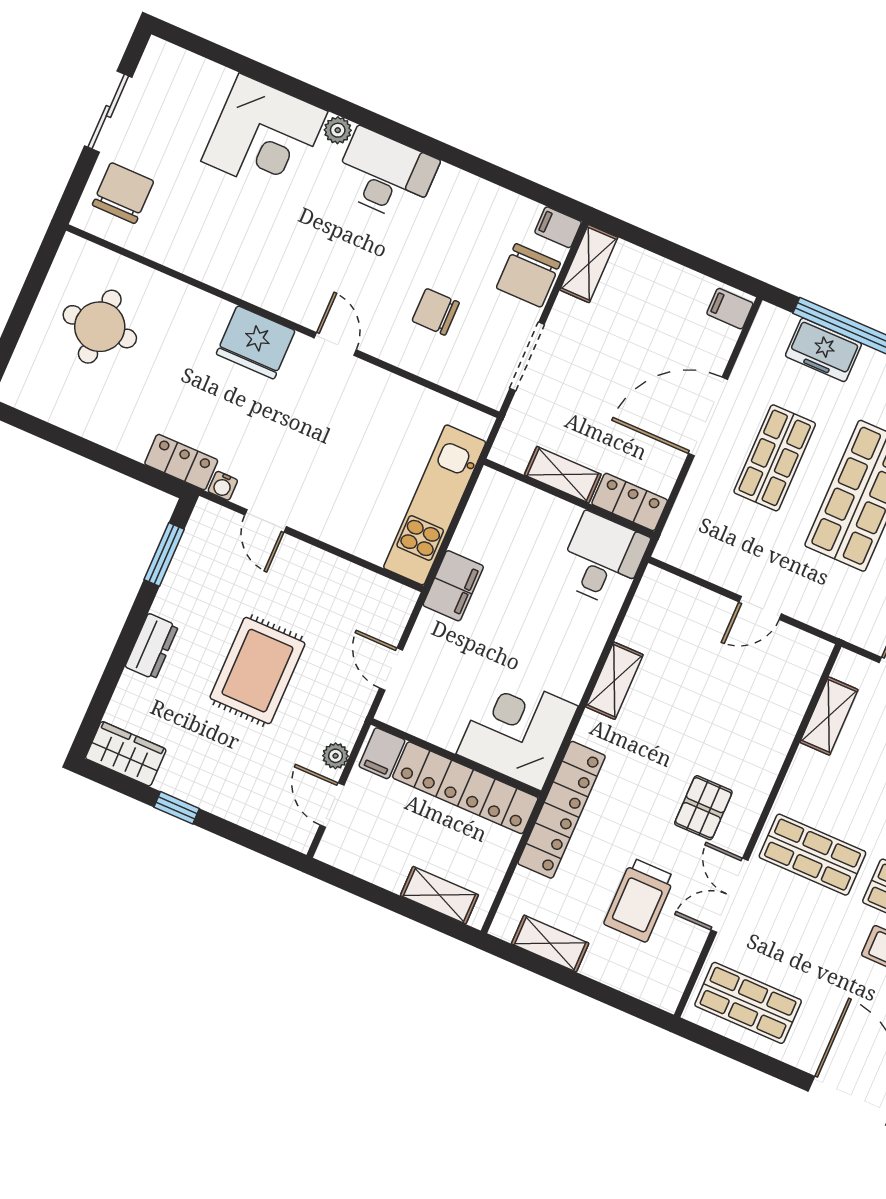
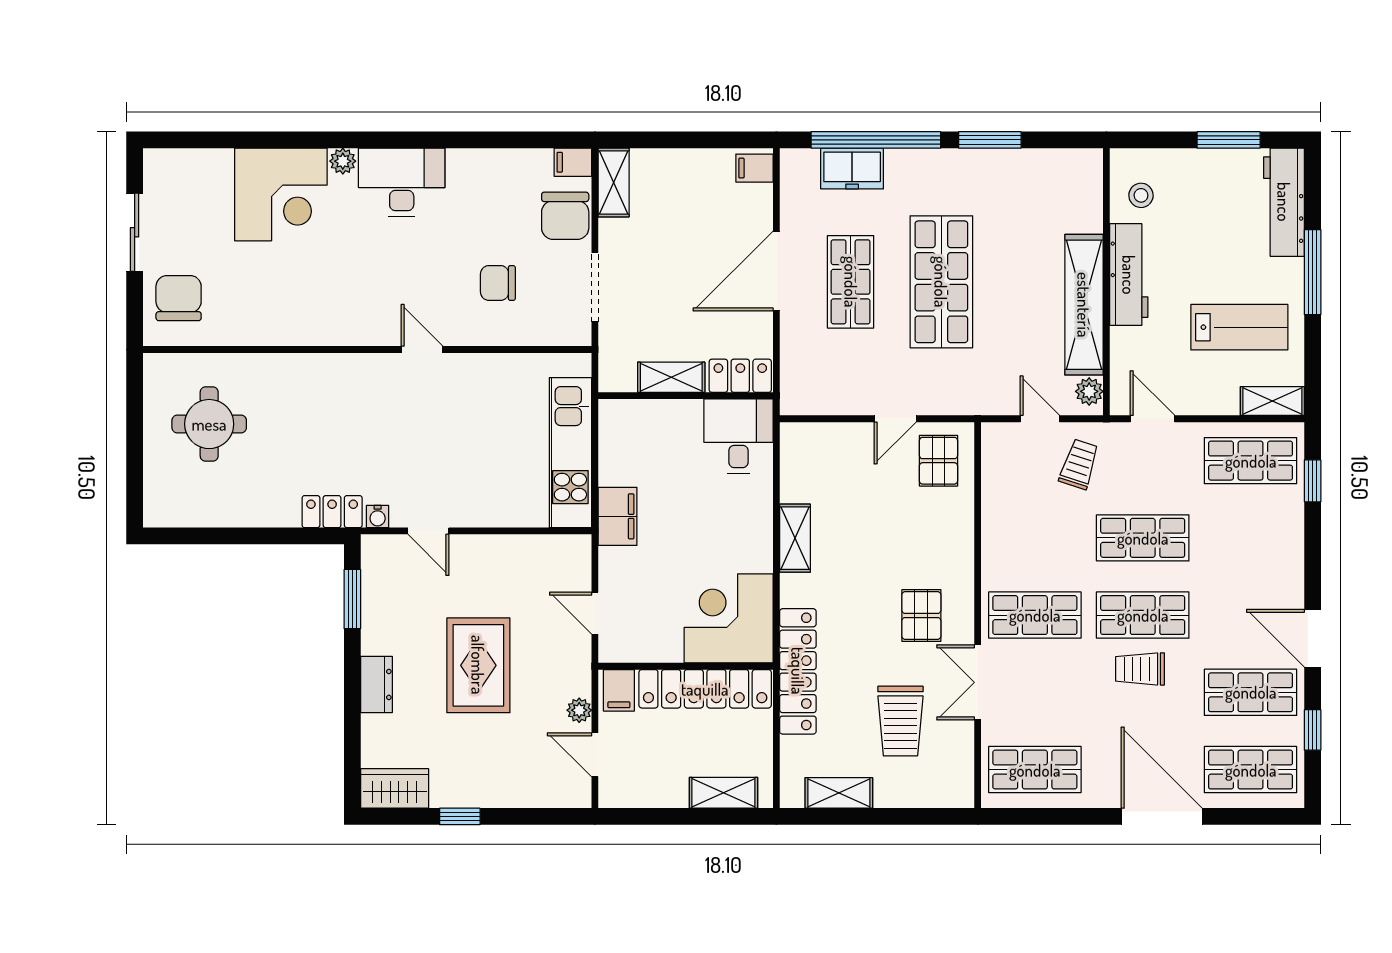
fridge: (256, 342) -> (352, 378), removed
pallet: (784, 666) -> (938, 461), added
shelving: (829, 716) -> (996, 487), removed

